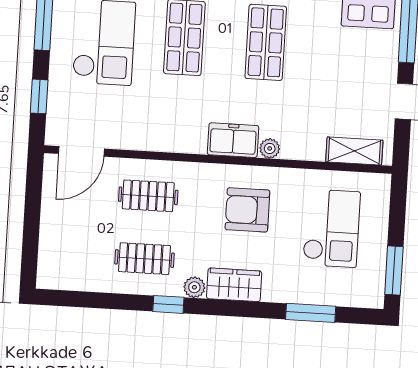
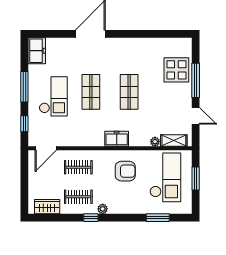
plant: (270, 148) -> (155, 142), moved
armchair: (247, 210) -> (125, 171), turned 180
checkout: (331, 228) -> (165, 177), width x1.36, depth x1.21
window: (394, 270) -> (196, 178), moved
wardrobe: (234, 285) -> (47, 207), moved

